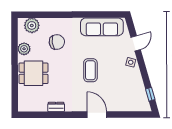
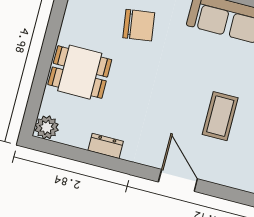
plant: (24, 49) -> (47, 127), moved
coffee table: (90, 70) -> (220, 116), moved

